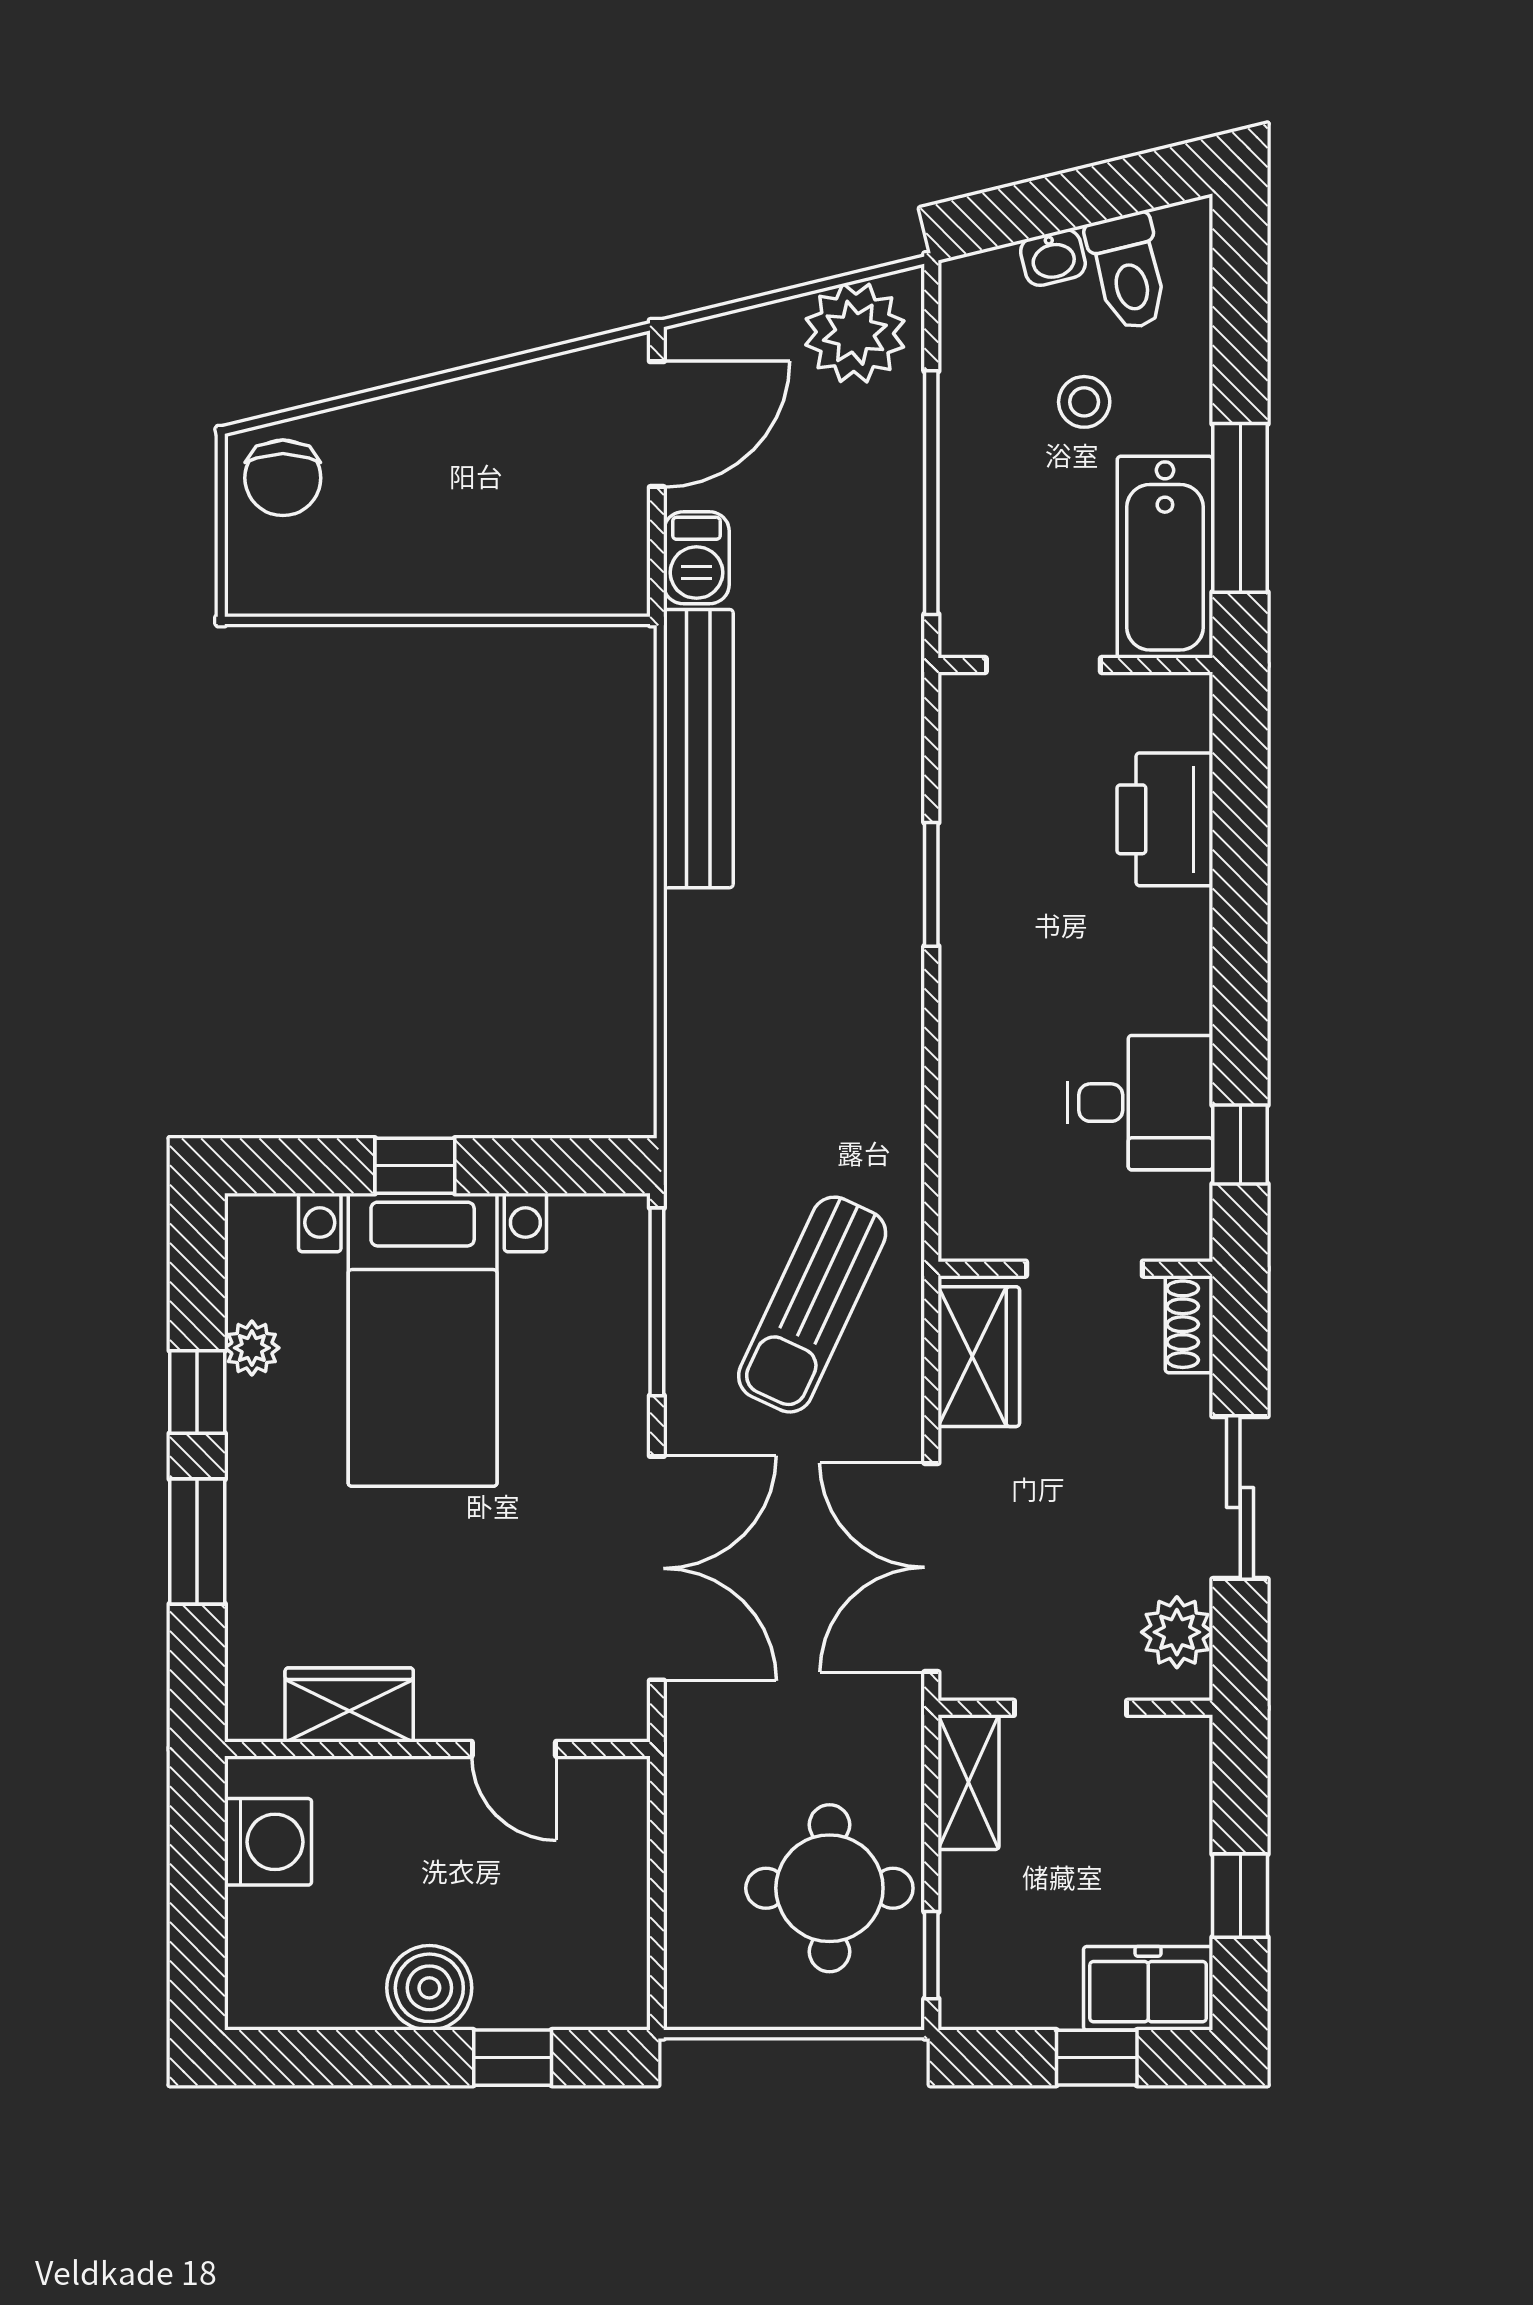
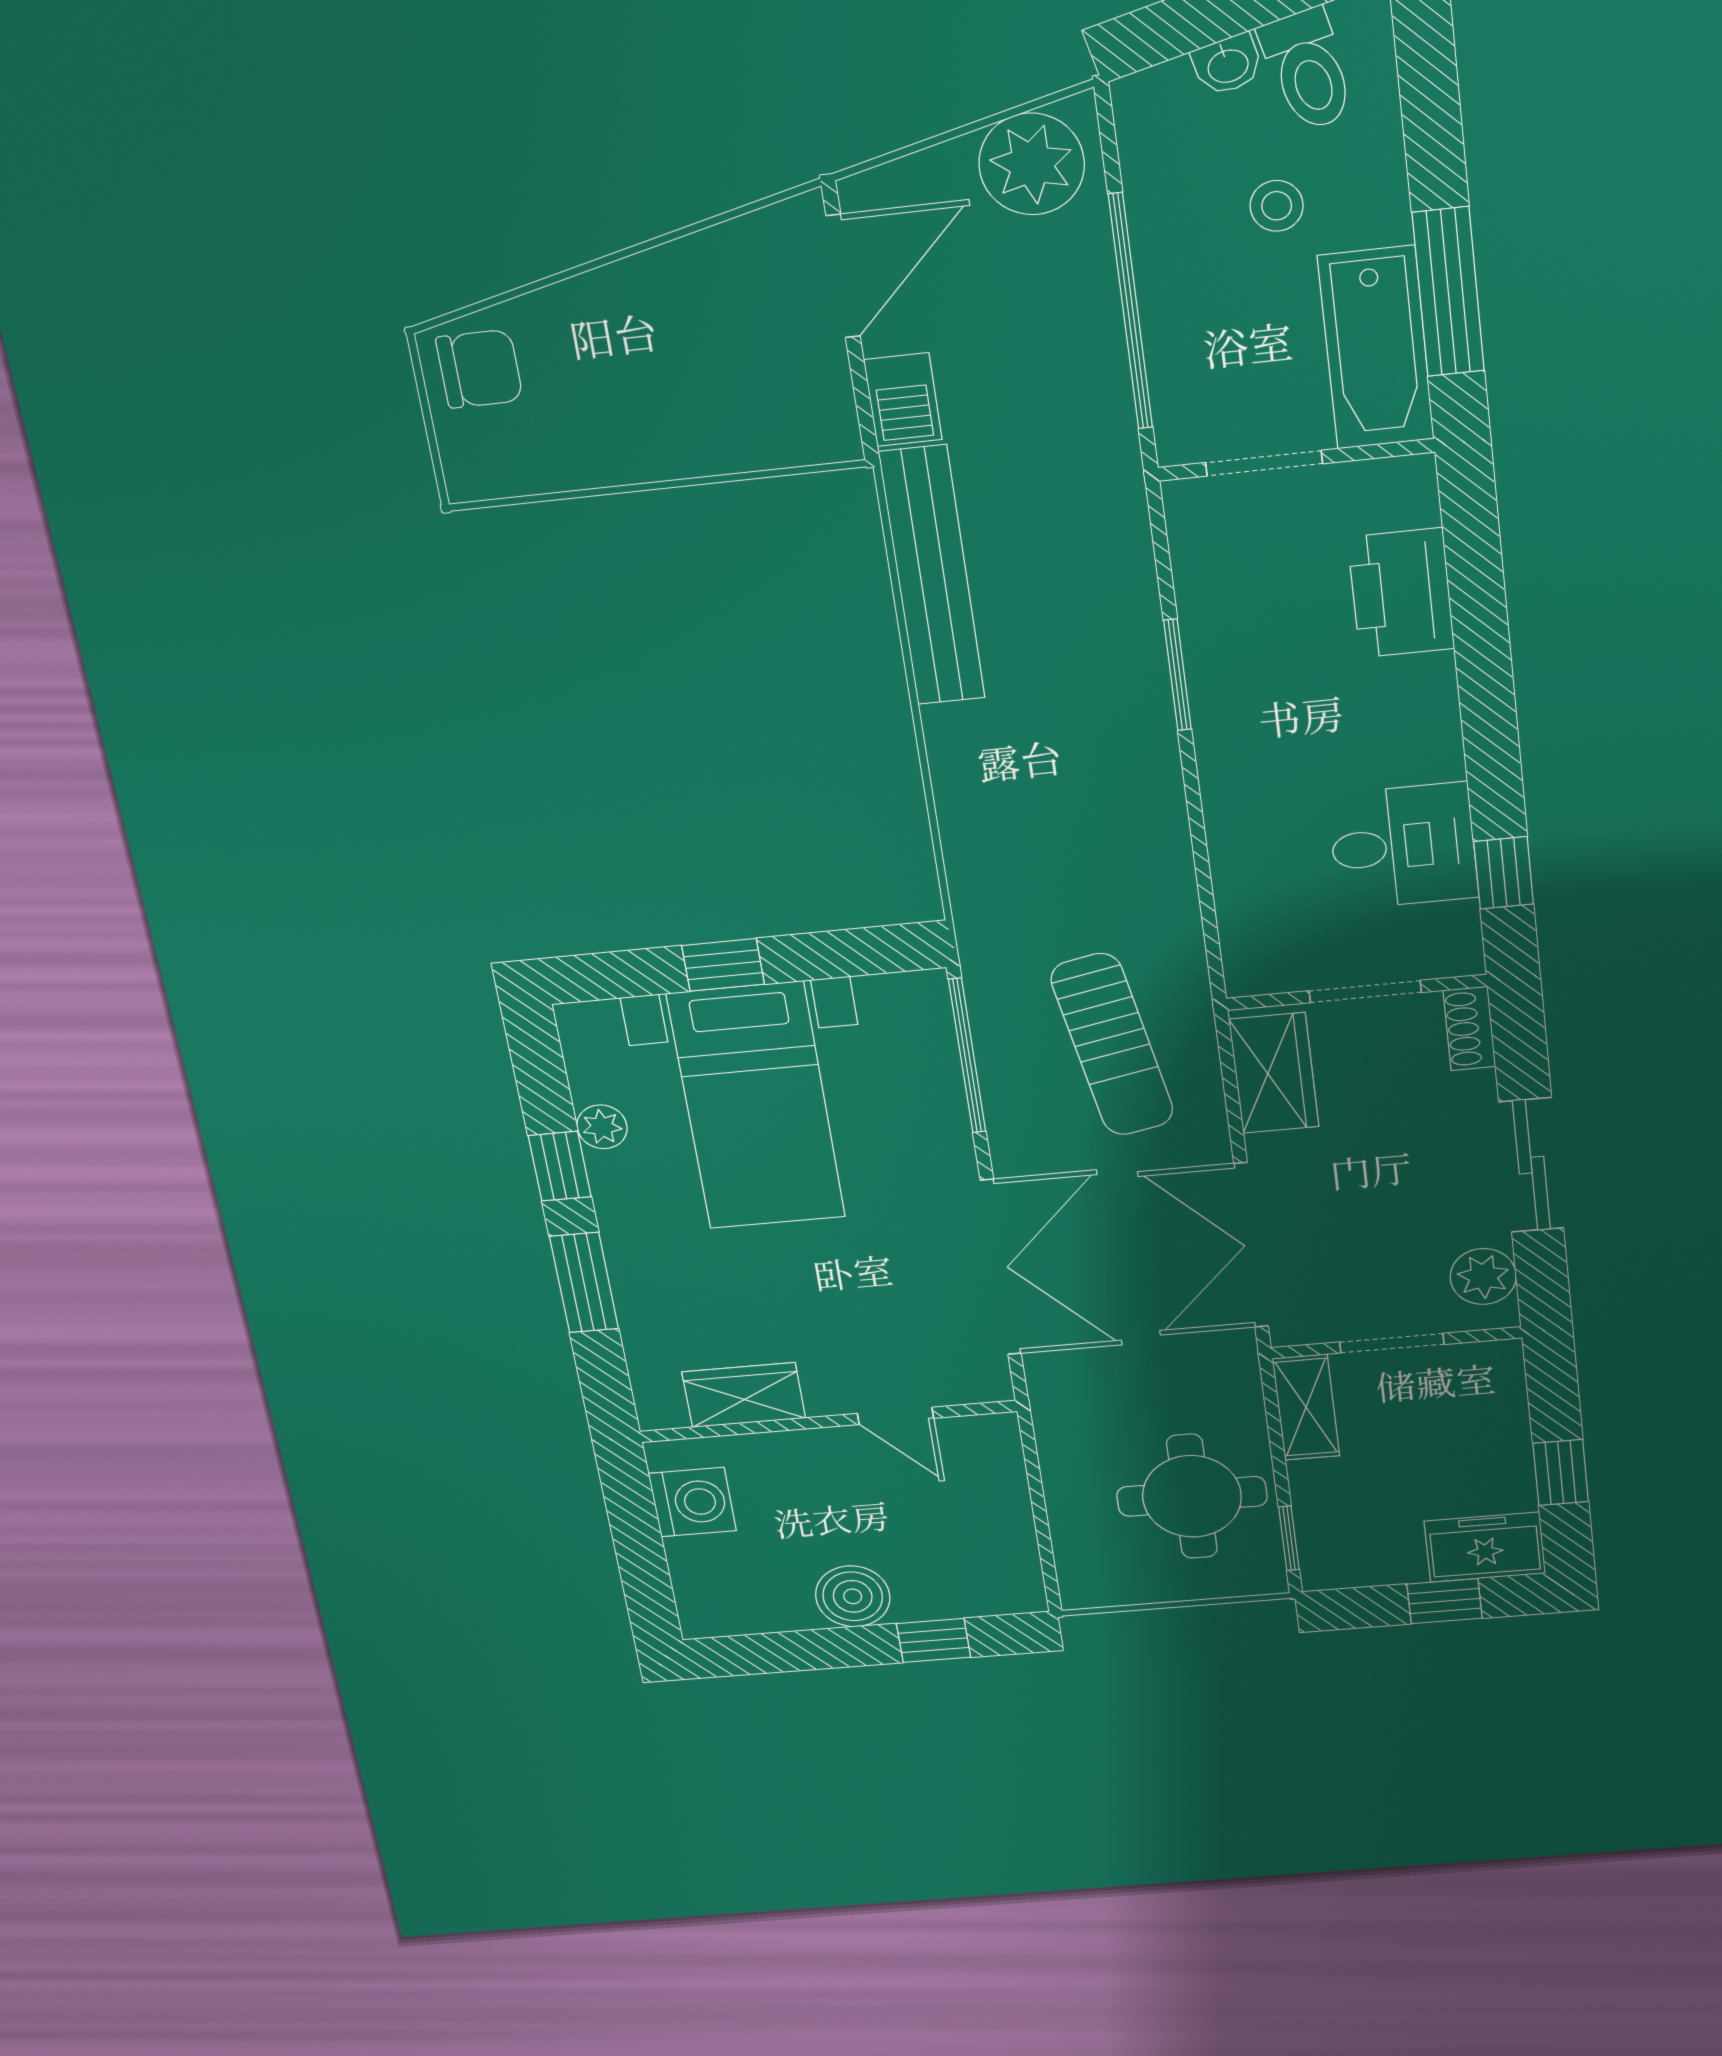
chair: (283, 478) -> (479, 369), turned -90
sun lounger: (812, 1305) -> (1112, 1045), turned -36

